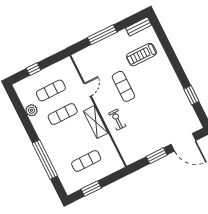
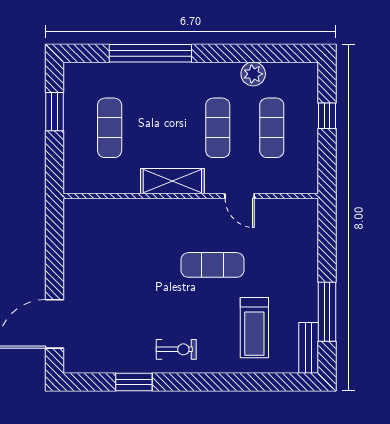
window: (102, 35) -> (327, 312), moved
treadmill: (141, 55) -> (254, 328), turned 180
exercise bike: (117, 120) -> (176, 349), moved
window: (157, 156) -> (54, 262), removed

